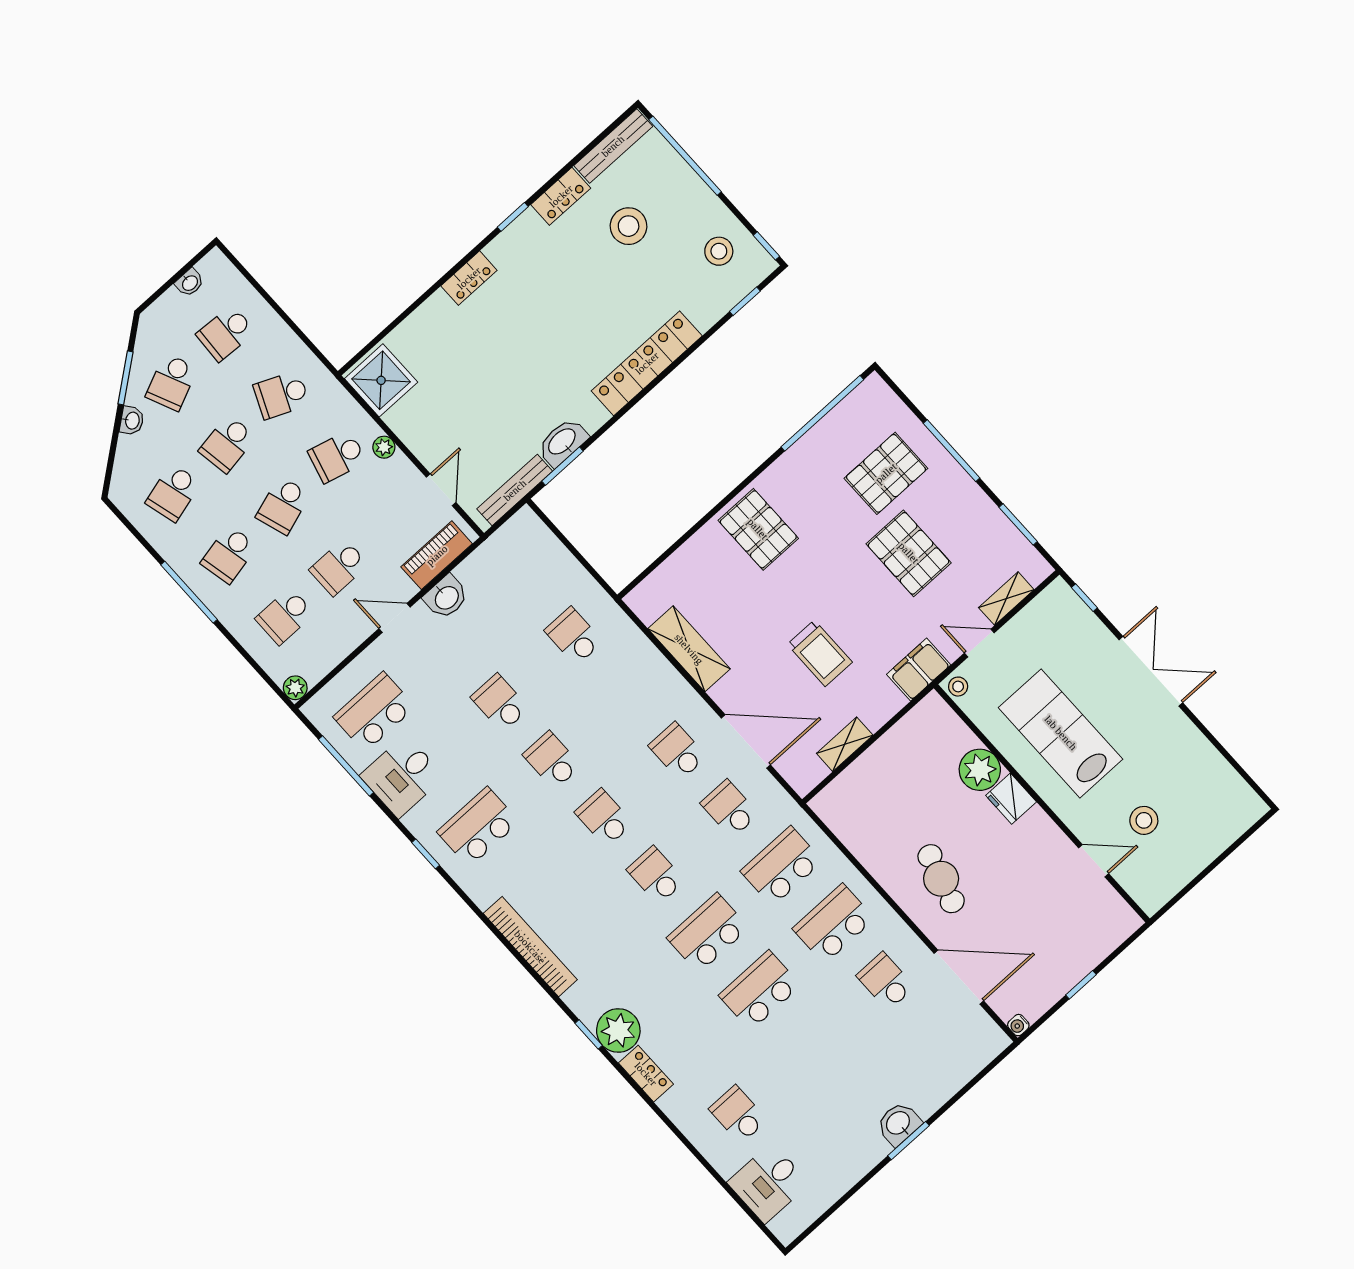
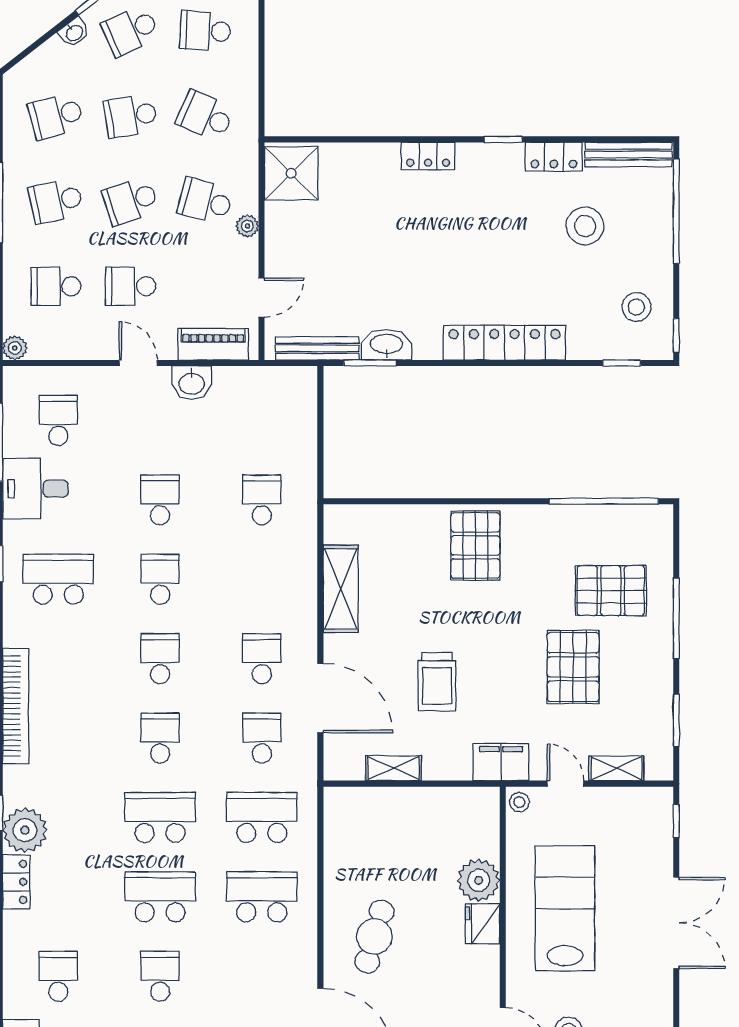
school desk: (374, 712) -> (58, 420), width x0.54
school desk: (886, 981) -> (160, 976), moved

